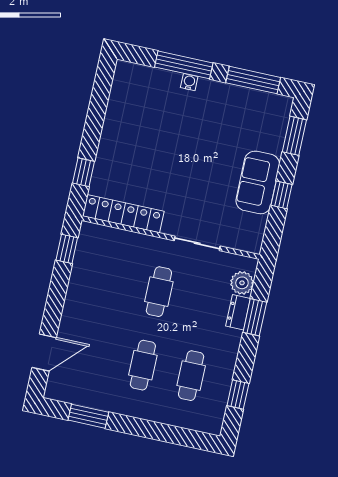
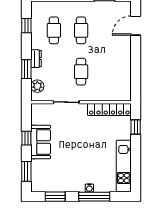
window: (253, 80) -> (55, 197), width x0.69
kitchen unit: (120, 108) -> (124, 166), added
window: (67, 249) -> (136, 84), removed
dresser: (238, 312) -> (36, 59), moved

